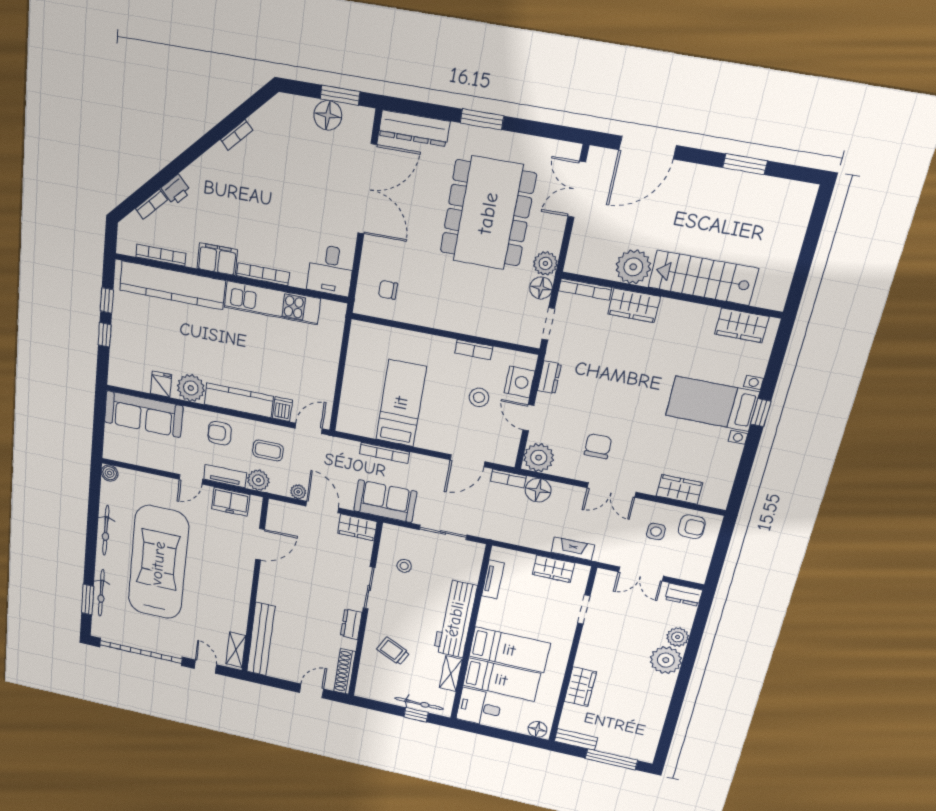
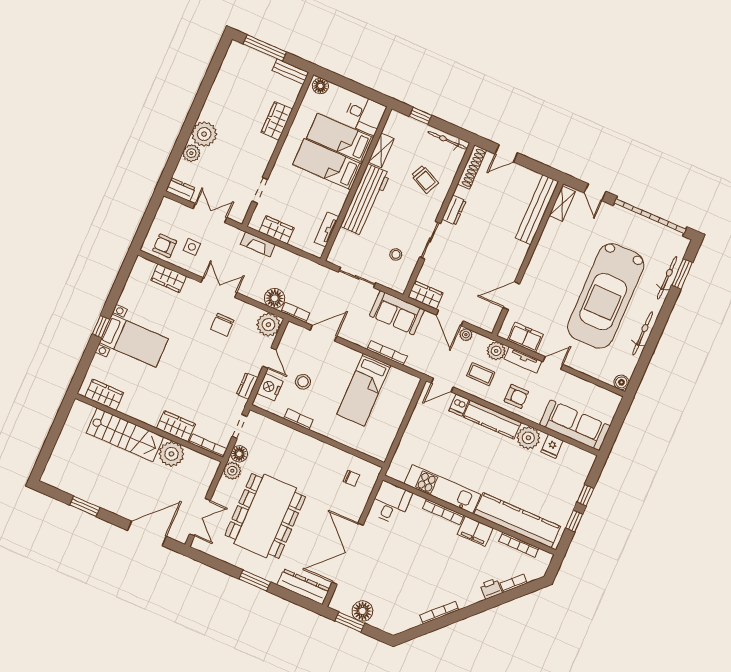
bookcase: (237, 135) -> (439, 613), width x1.56
bicycle: (419, 703) -> (448, 140), moved

